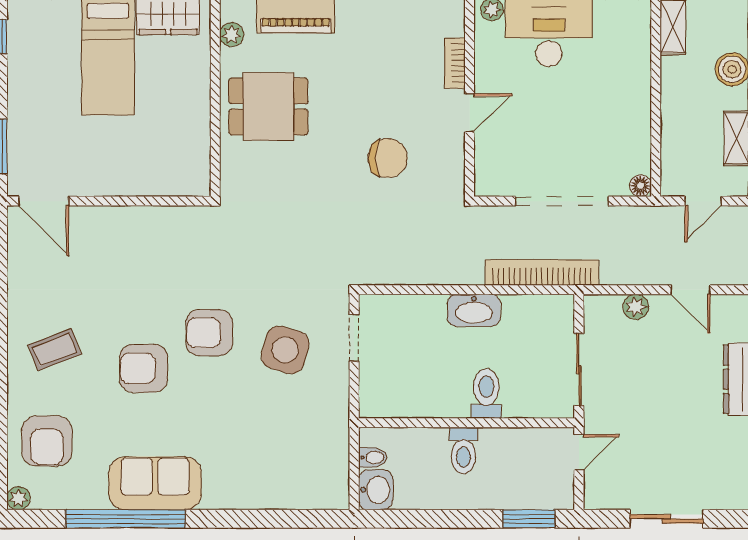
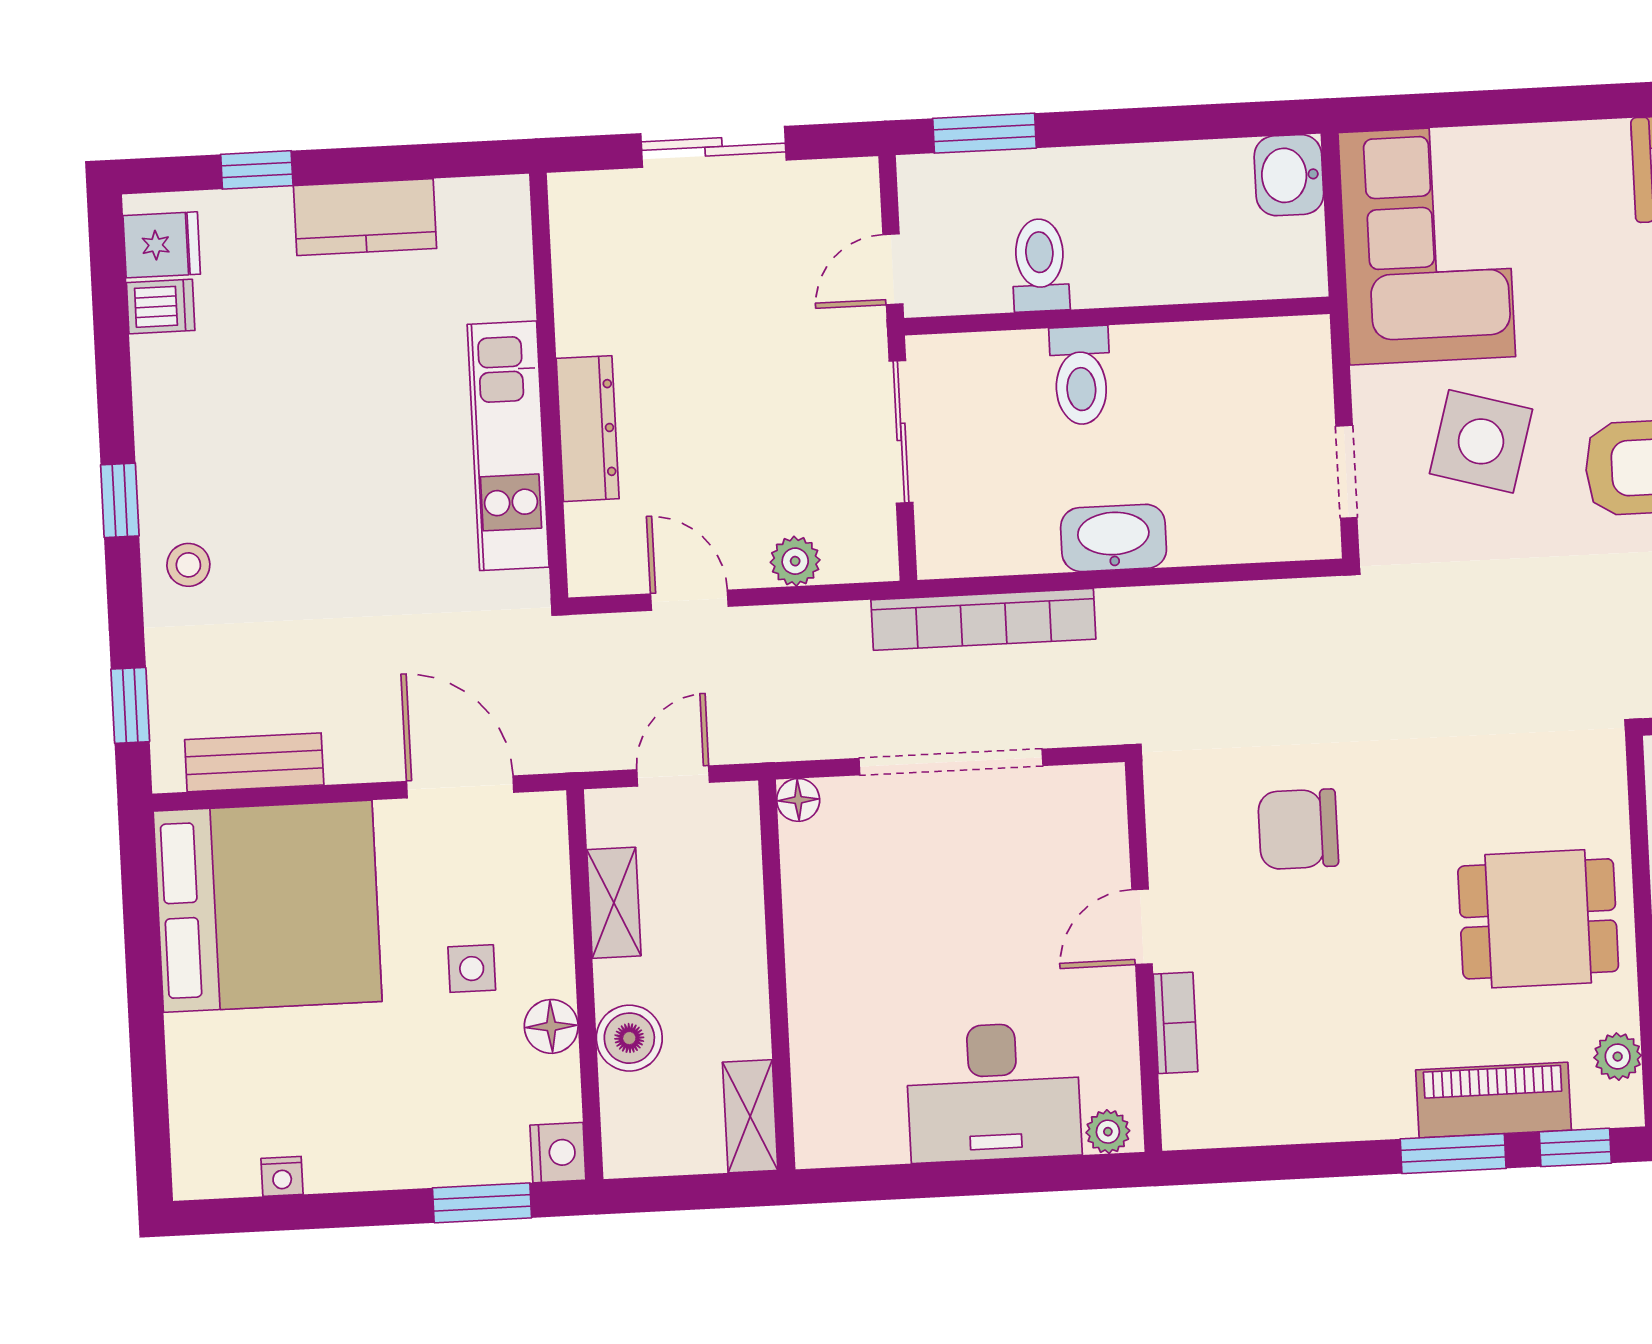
corner sofa: (308, 451) -> (1427, 245), added
toilet: (463, 451) -> (1040, 265), moved
bidet: (373, 457) -> (1298, 238), removed

